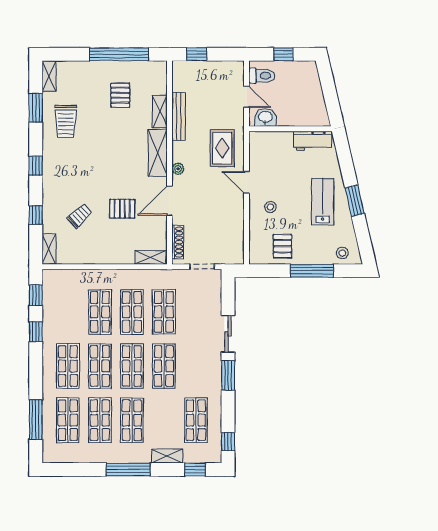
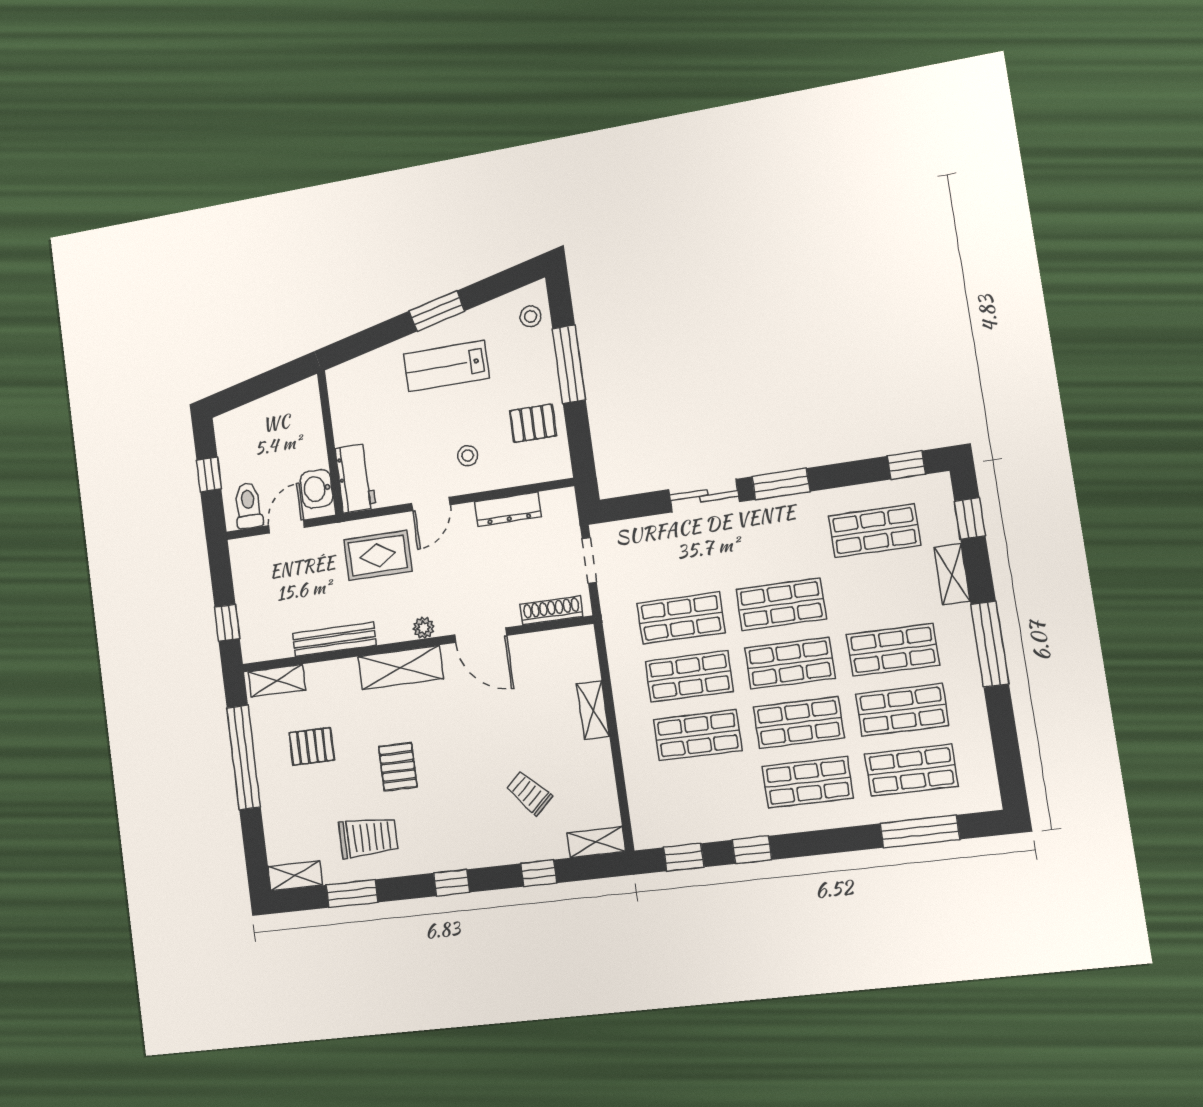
shelving: (160, 111) -> (277, 681), moved
workbench: (313, 141) -> (356, 478), moved
pallet: (122, 209) -> (398, 767), moved
dresser: (237, 226) -> (508, 509), added
shelving: (150, 257) -> (593, 710), moved

